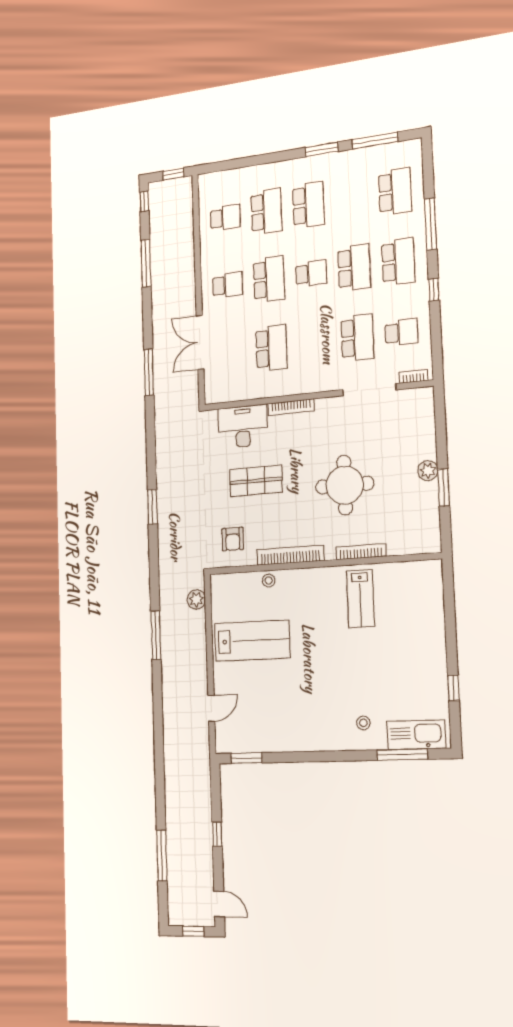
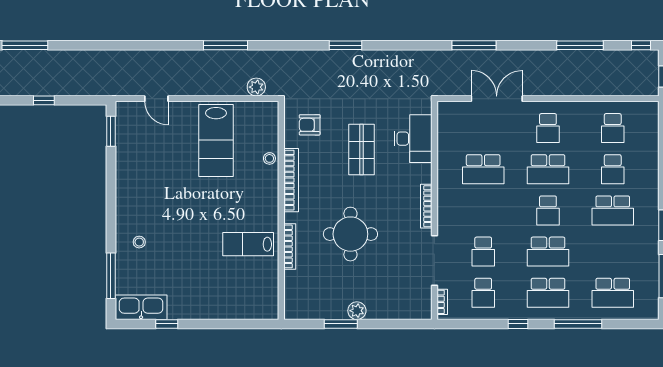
school desk: (266, 211) -> (613, 169), width x0.54
school desk: (357, 338) -> (483, 252), width x0.54
bookcase: (291, 407) -> (426, 206), moved
kitchen sink: (416, 735) -> (141, 307), moved, turned -90

